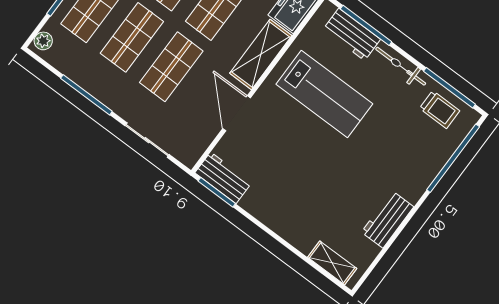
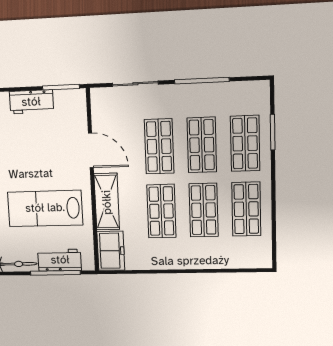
plant: (43, 41) -> (262, 93), removed
workbench: (223, 178) -> (31, 102), moved

